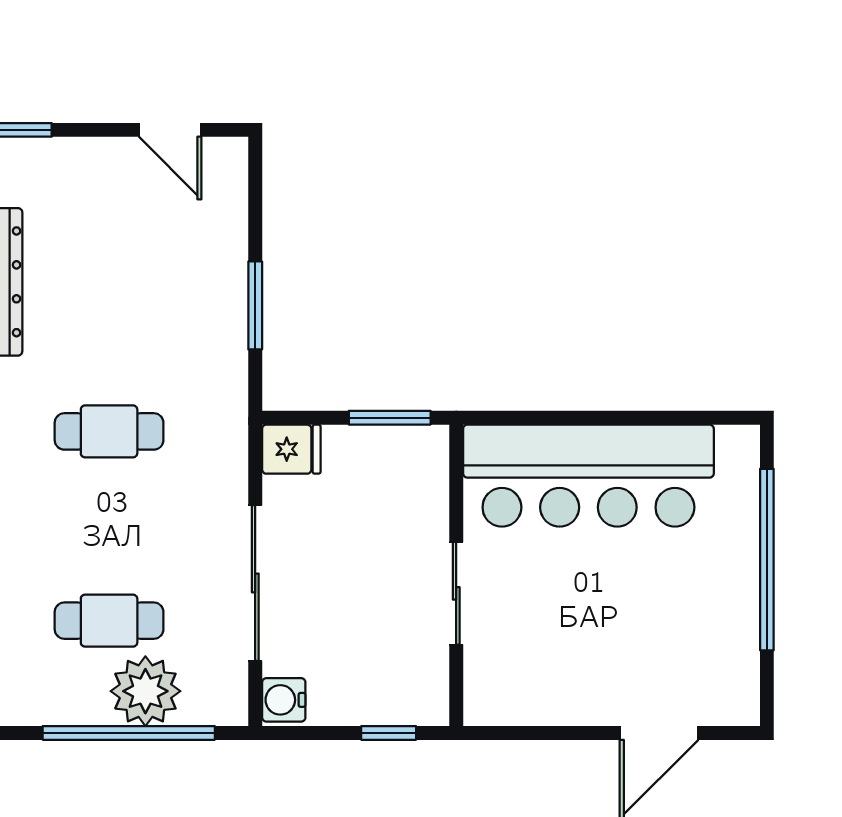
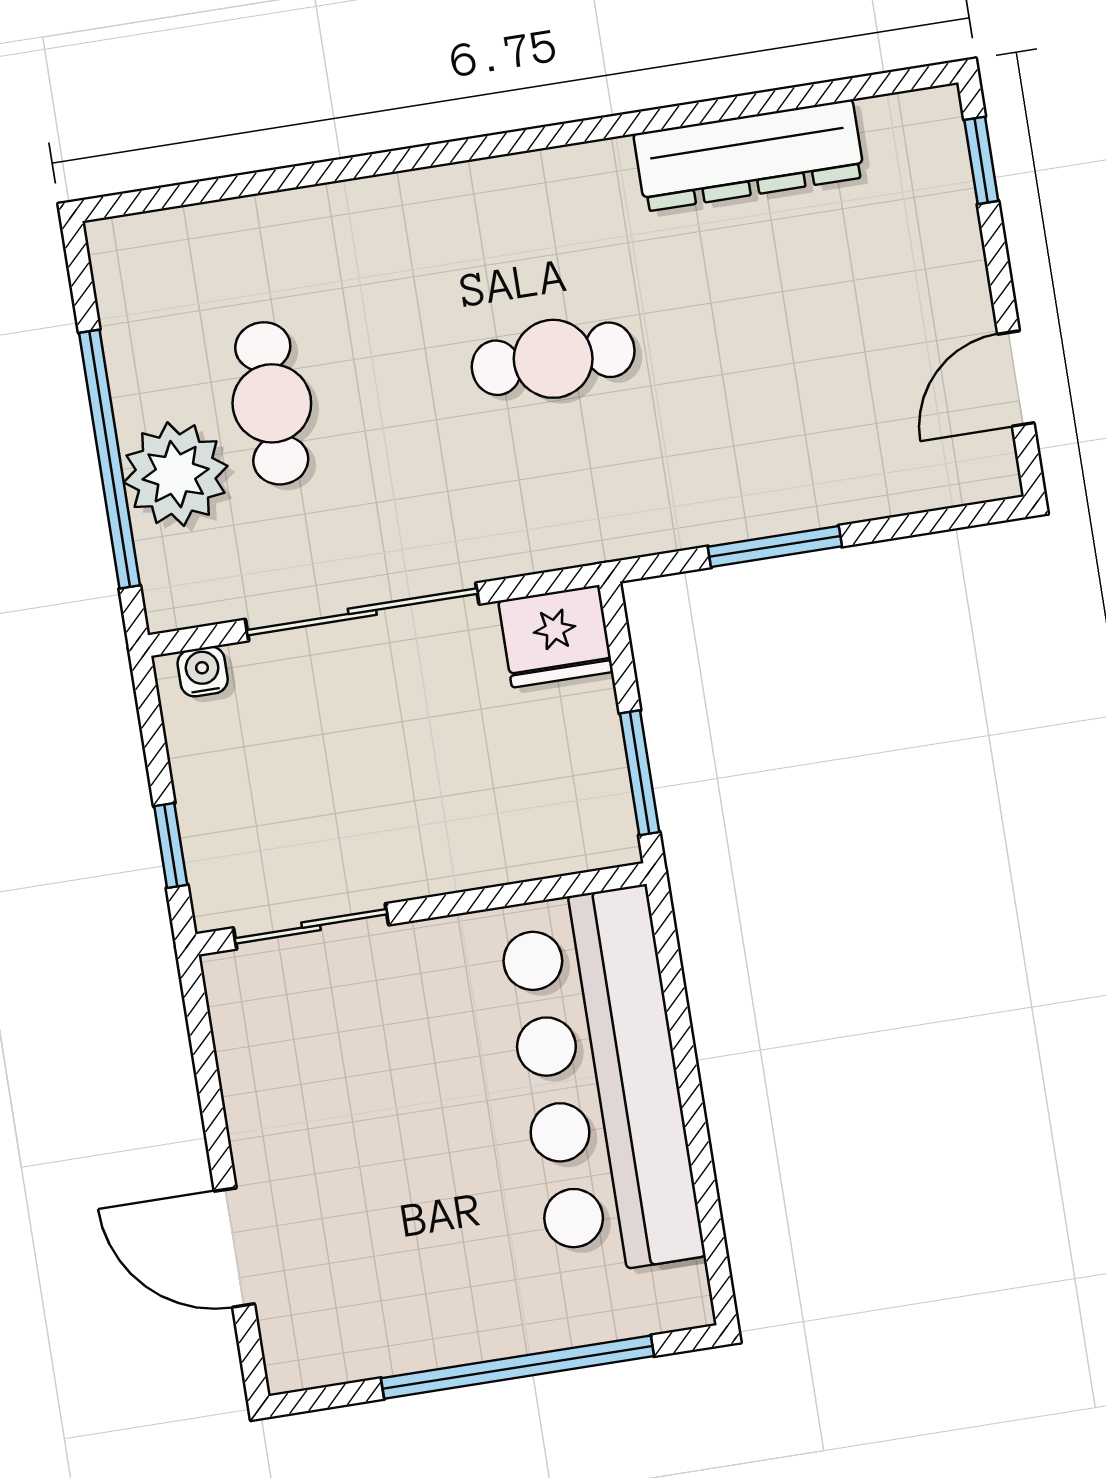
cafe table: (109, 431) -> (553, 359), turned 90
fridge: (291, 449) -> (556, 636), width x1.38
sliding door: (456, 593) -> (311, 926), moved
water cooler: (284, 700) -> (203, 671), width x0.72, depth x0.72

